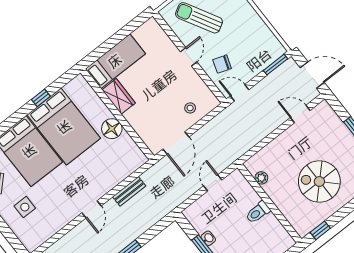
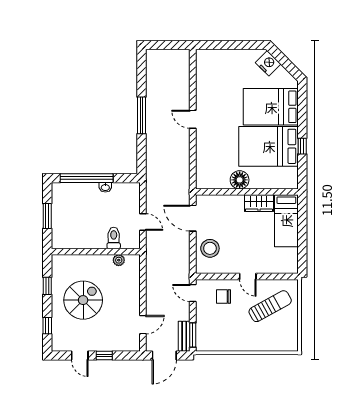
chair: (222, 64) -> (223, 296), turned -109
door: (240, 93) -> (193, 293), swing flipped
stool: (190, 108) -> (210, 248), width x1.89, depth x1.89
bench: (129, 191) -> (184, 336), moved
side table: (25, 207) -> (232, 72), removed
toilet: (258, 212) -> (114, 238), moved
window: (320, 230) -> (47, 286), moved

